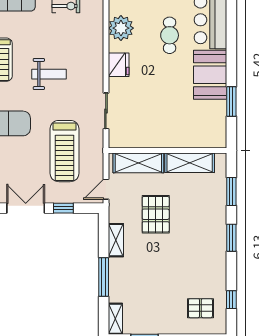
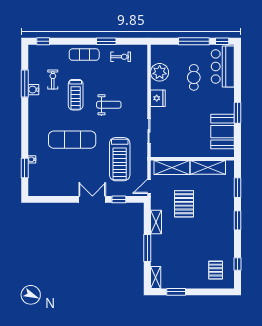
booth: (210, 75) -> (222, 132), moved
window: (231, 102) -> (237, 113), moved
pallet: (200, 308) -> (216, 270), turned 90

